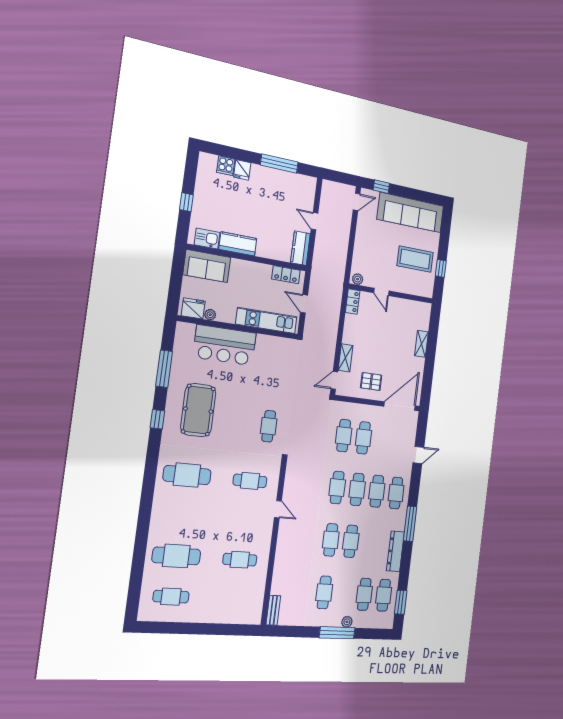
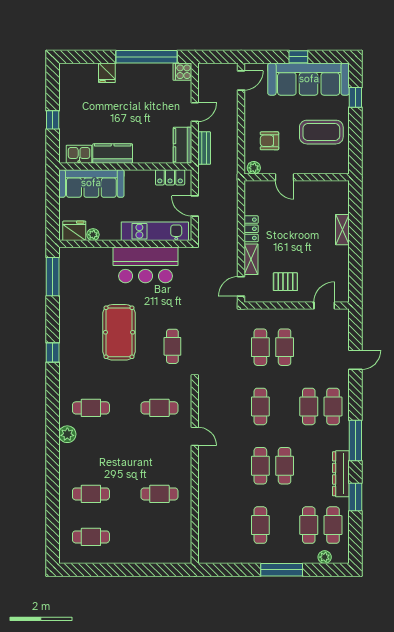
window: (279, 163) -> (146, 57), width x1.46
cooker: (226, 166) -> (182, 72), moved, turned 90
window: (381, 187) -> (298, 57), moved
door: (315, 221) -> (195, 112), swing flipped
armchair: (373, 258) -> (269, 141), added
sofa: (207, 266) -> (91, 183), width x1.36
window: (441, 268) -> (355, 97), moved
locker: (353, 302) -> (251, 229), moved
bar counter: (225, 345) -> (145, 265), moved
window: (164, 369) -> (53, 277), moved
door: (400, 406) -> (324, 306), width x0.53
pool table: (198, 410) -> (119, 332), moved
cafe table: (187, 475) -> (91, 408), width x0.73, depth x0.74
cafe table: (357, 489) -> (285, 406), removed
plant: (161, 498) -> (67, 434), added
cafe table: (176, 556) -> (91, 494), width x0.73, depth x0.74
window: (401, 602) -> (355, 497), moved
bench: (273, 610) -> (204, 148), moved
plant: (347, 622) -> (325, 557), moved

